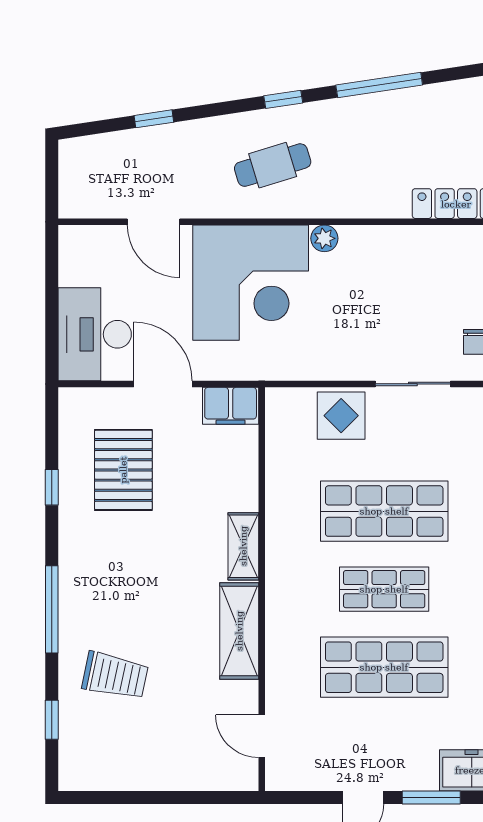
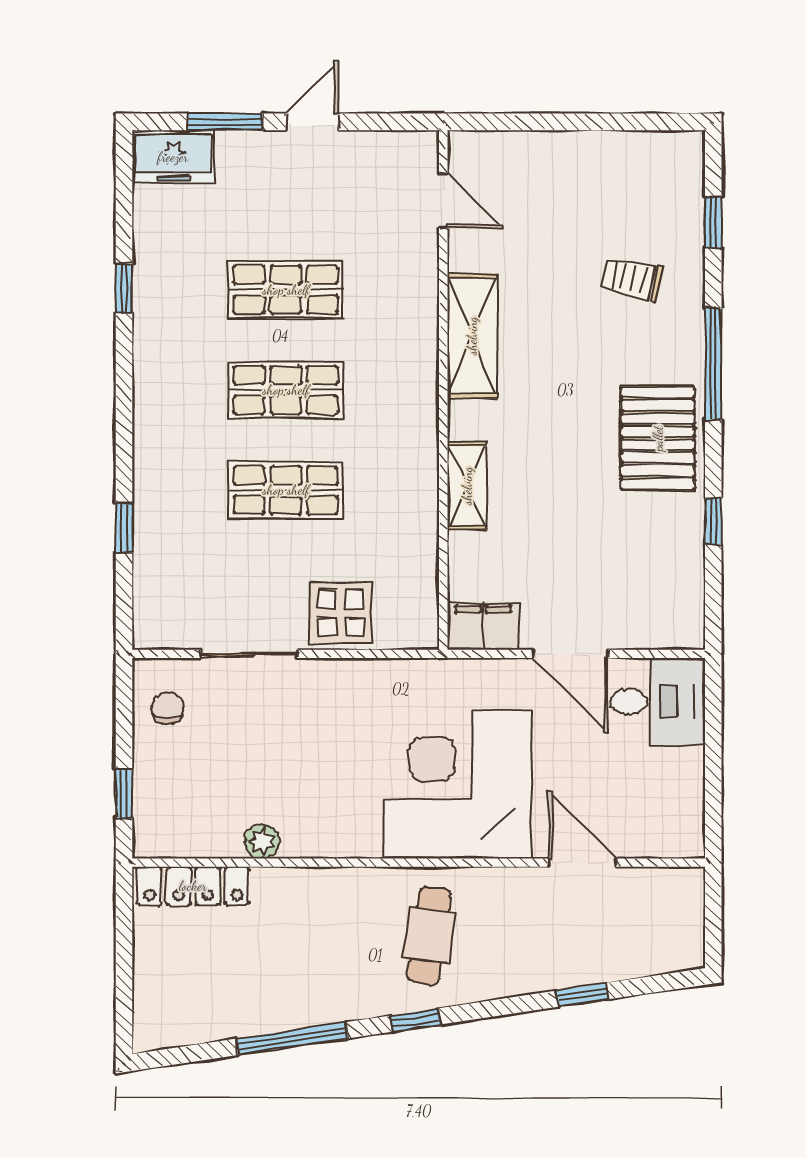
cafe table: (273, 165) -> (429, 935), turned -65
plant: (324, 238) -> (262, 841), moved
desk: (95, 334) -> (658, 702), width x0.73
pallet: (123, 470) -> (658, 438), moved
shop shelf: (384, 511) -> (286, 490), width x0.70, depth x0.74
shelving: (243, 546) -> (467, 486), moved
shop shelf: (384, 667) -> (286, 290), width x0.70, depth x0.74
trolley: (115, 676) -> (632, 279), width x0.73, depth x0.72

